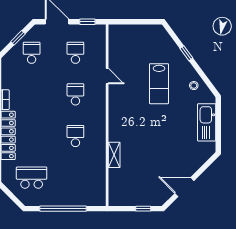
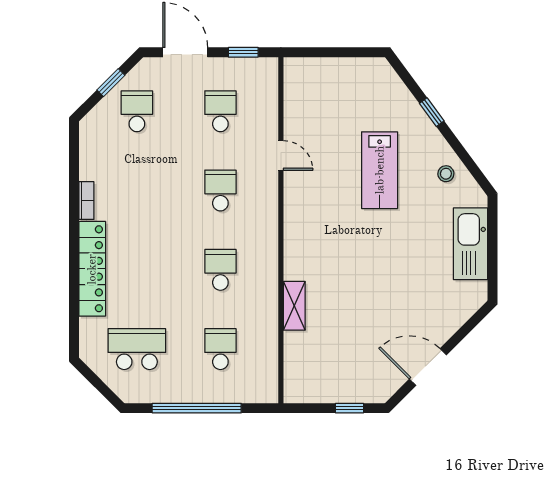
school desk: (75, 178) -> (220, 349), added

